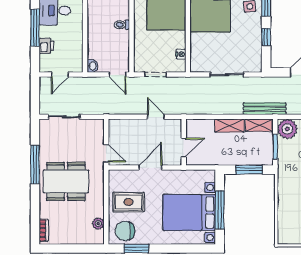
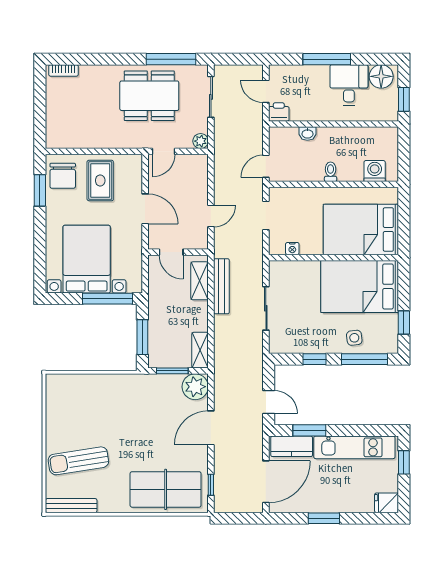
printer: (46, 46) -> (279, 112), moved, turned 180
washbasin: (92, 66) -> (307, 134), moved
bench: (265, 109) -> (221, 286), moved
shelving: (230, 126) -> (200, 281), moved
window: (35, 164) -> (171, 59), moved
dining table: (66, 181) -> (149, 96), moved, turned 90
window: (220, 210) -> (107, 299), moved
plant: (98, 224) -> (201, 141), moved
chair: (125, 231) -> (63, 176), turned 180

